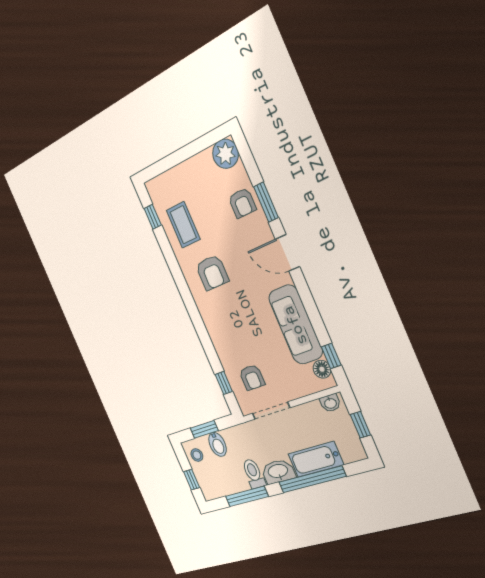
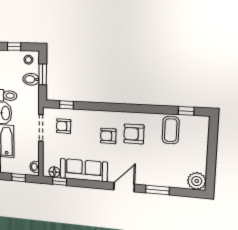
armchair: (242, 203) -> (108, 136), moved
coffee table: (183, 225) -> (171, 130), turned 90

